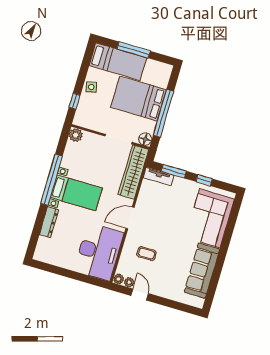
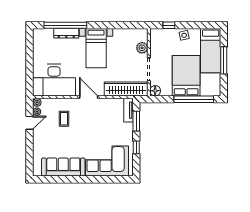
window: (163, 113) -> (194, 99), moved
plant: (76, 135) -> (142, 48), moved
window: (51, 180) -> (65, 25), moved

